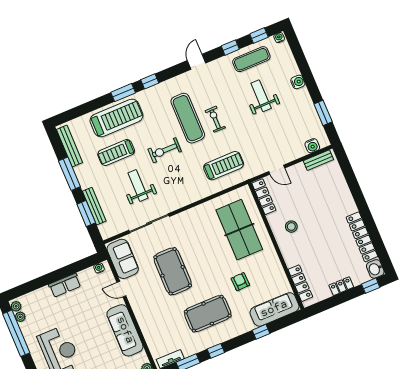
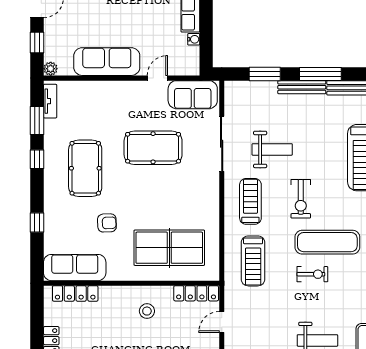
exercise bike: (165, 150) -> (301, 199), turned 180
treadmill: (116, 153) -> (250, 201), moved
bench: (94, 206) -> (302, 87), moved
water cooler: (99, 268) -> (194, 39), moved
sofa: (274, 309) -> (75, 268), moved, turned -90

